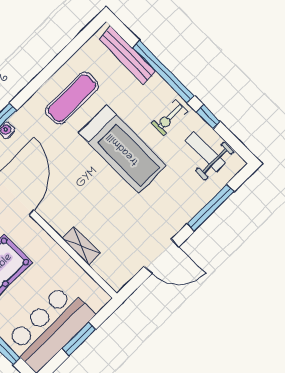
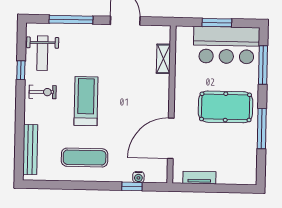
window: (163, 72) -> (20, 120), removed
treadmill: (123, 149) -> (86, 101), width x0.73, depth x0.73
shelving: (81, 246) -> (163, 59), moved

